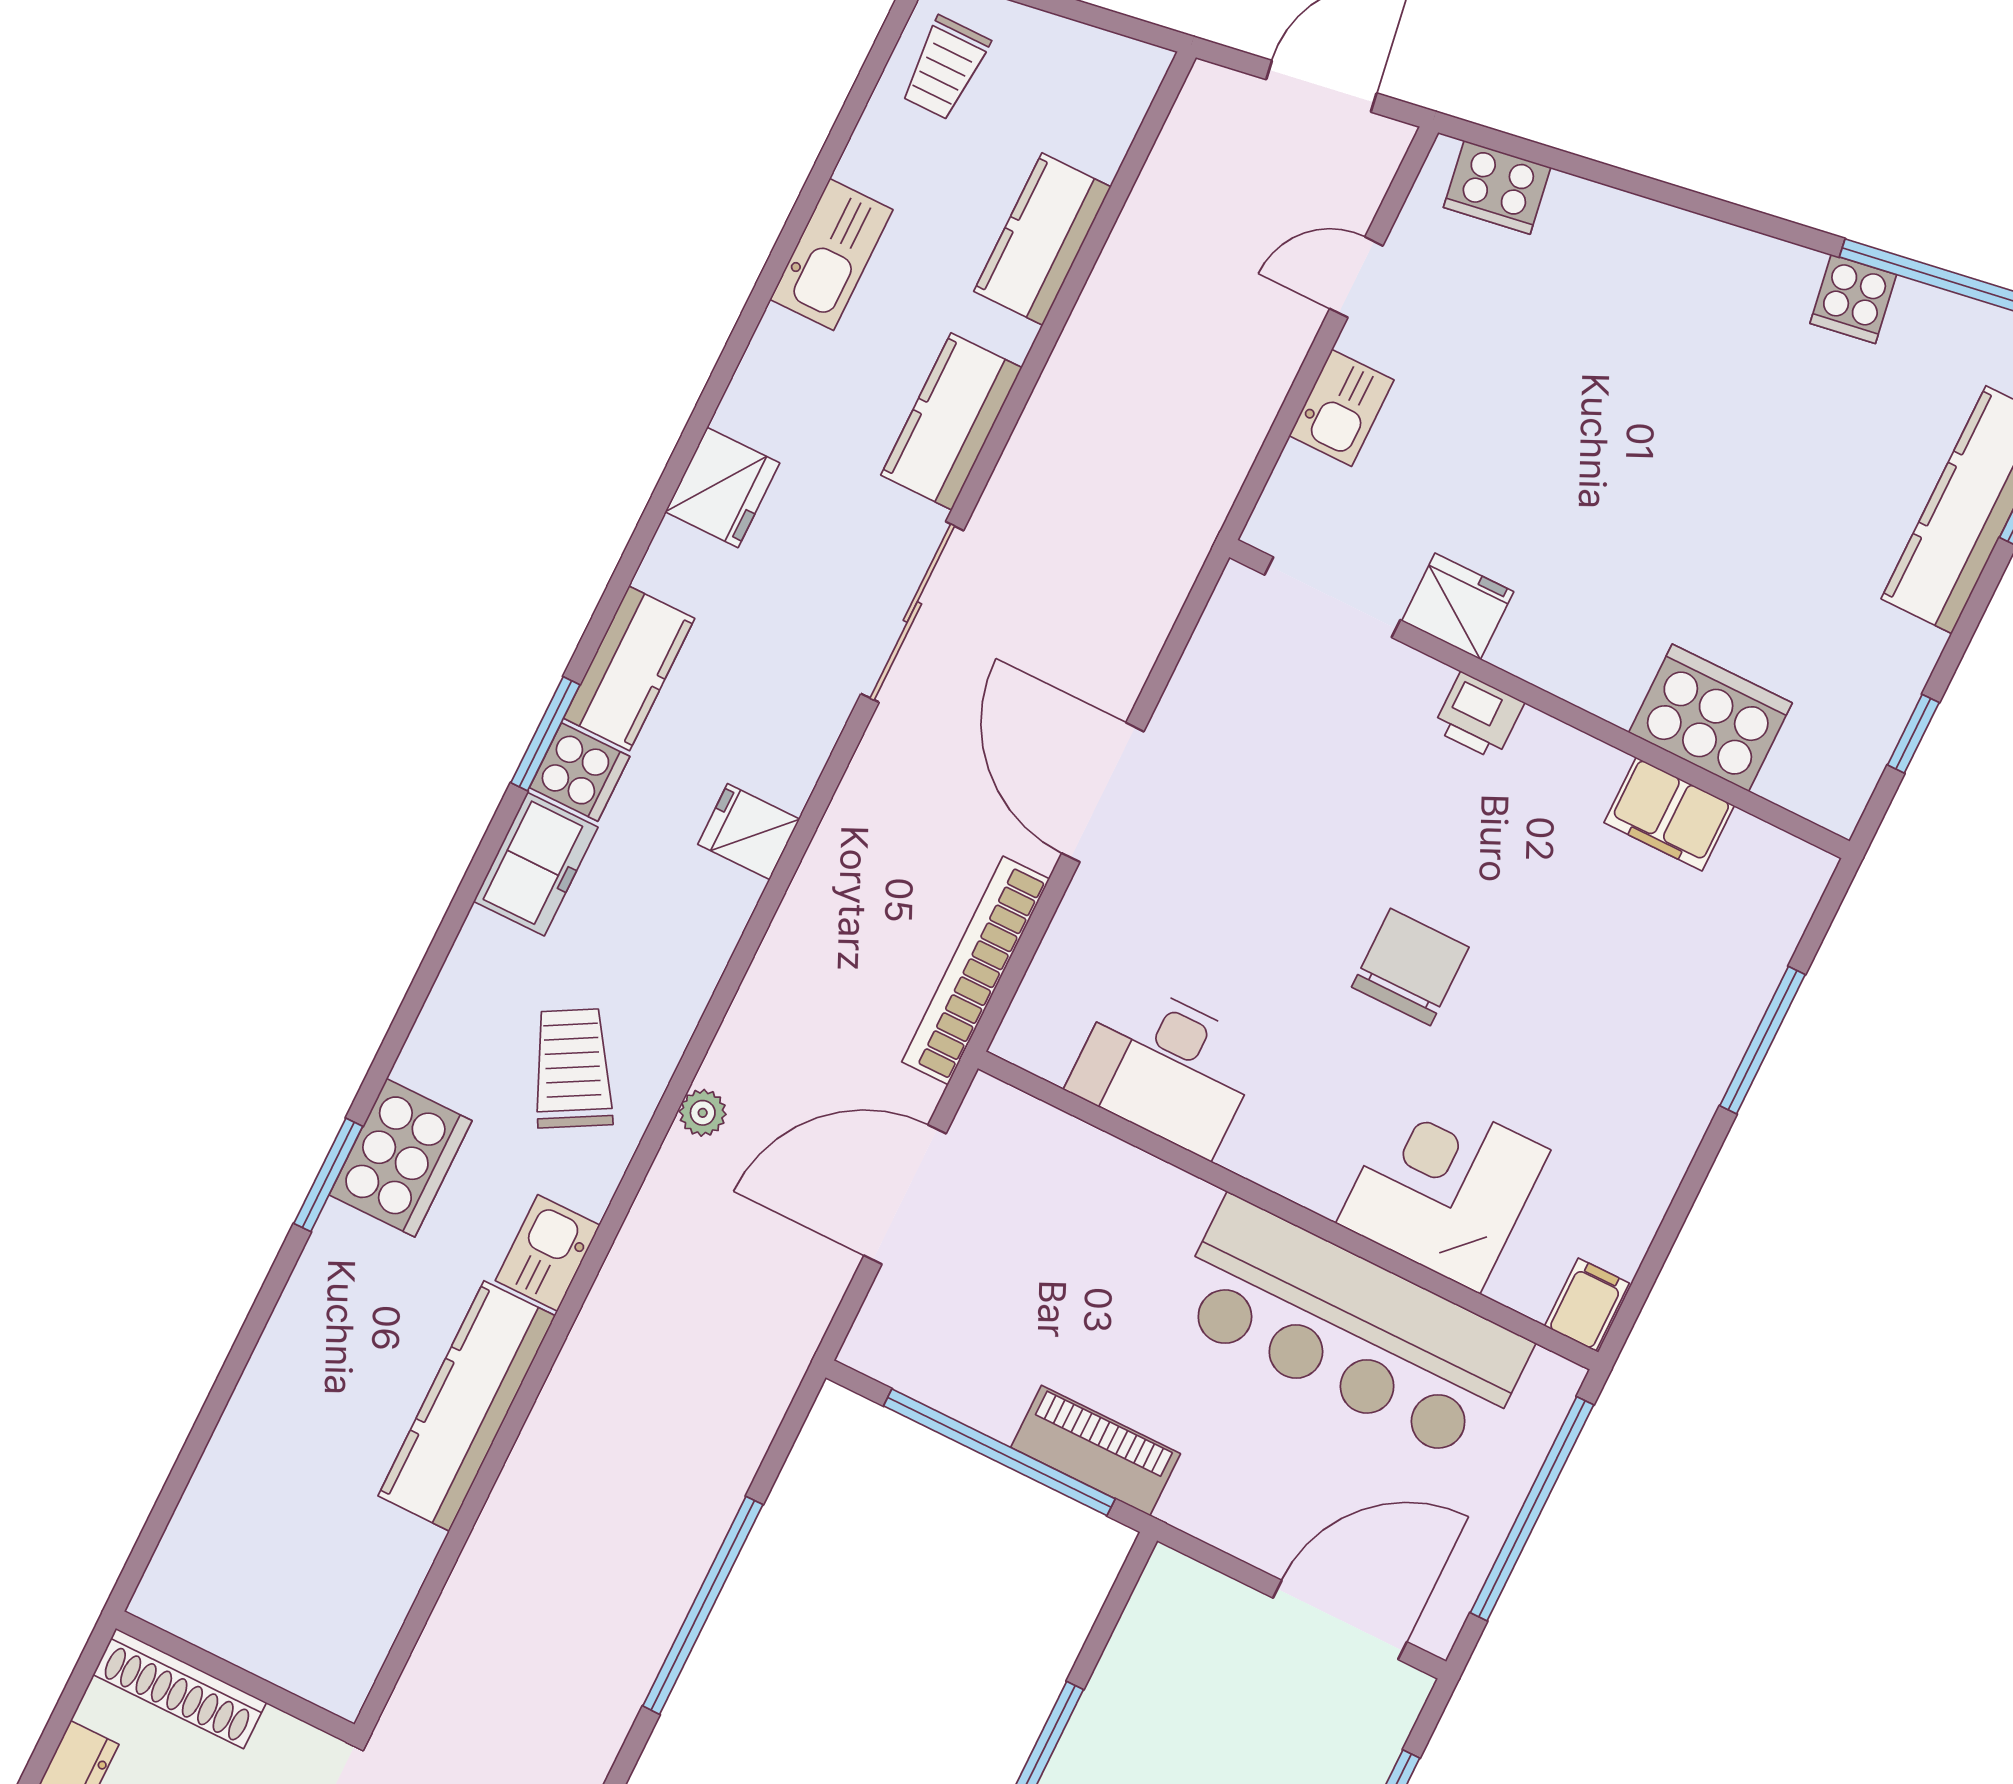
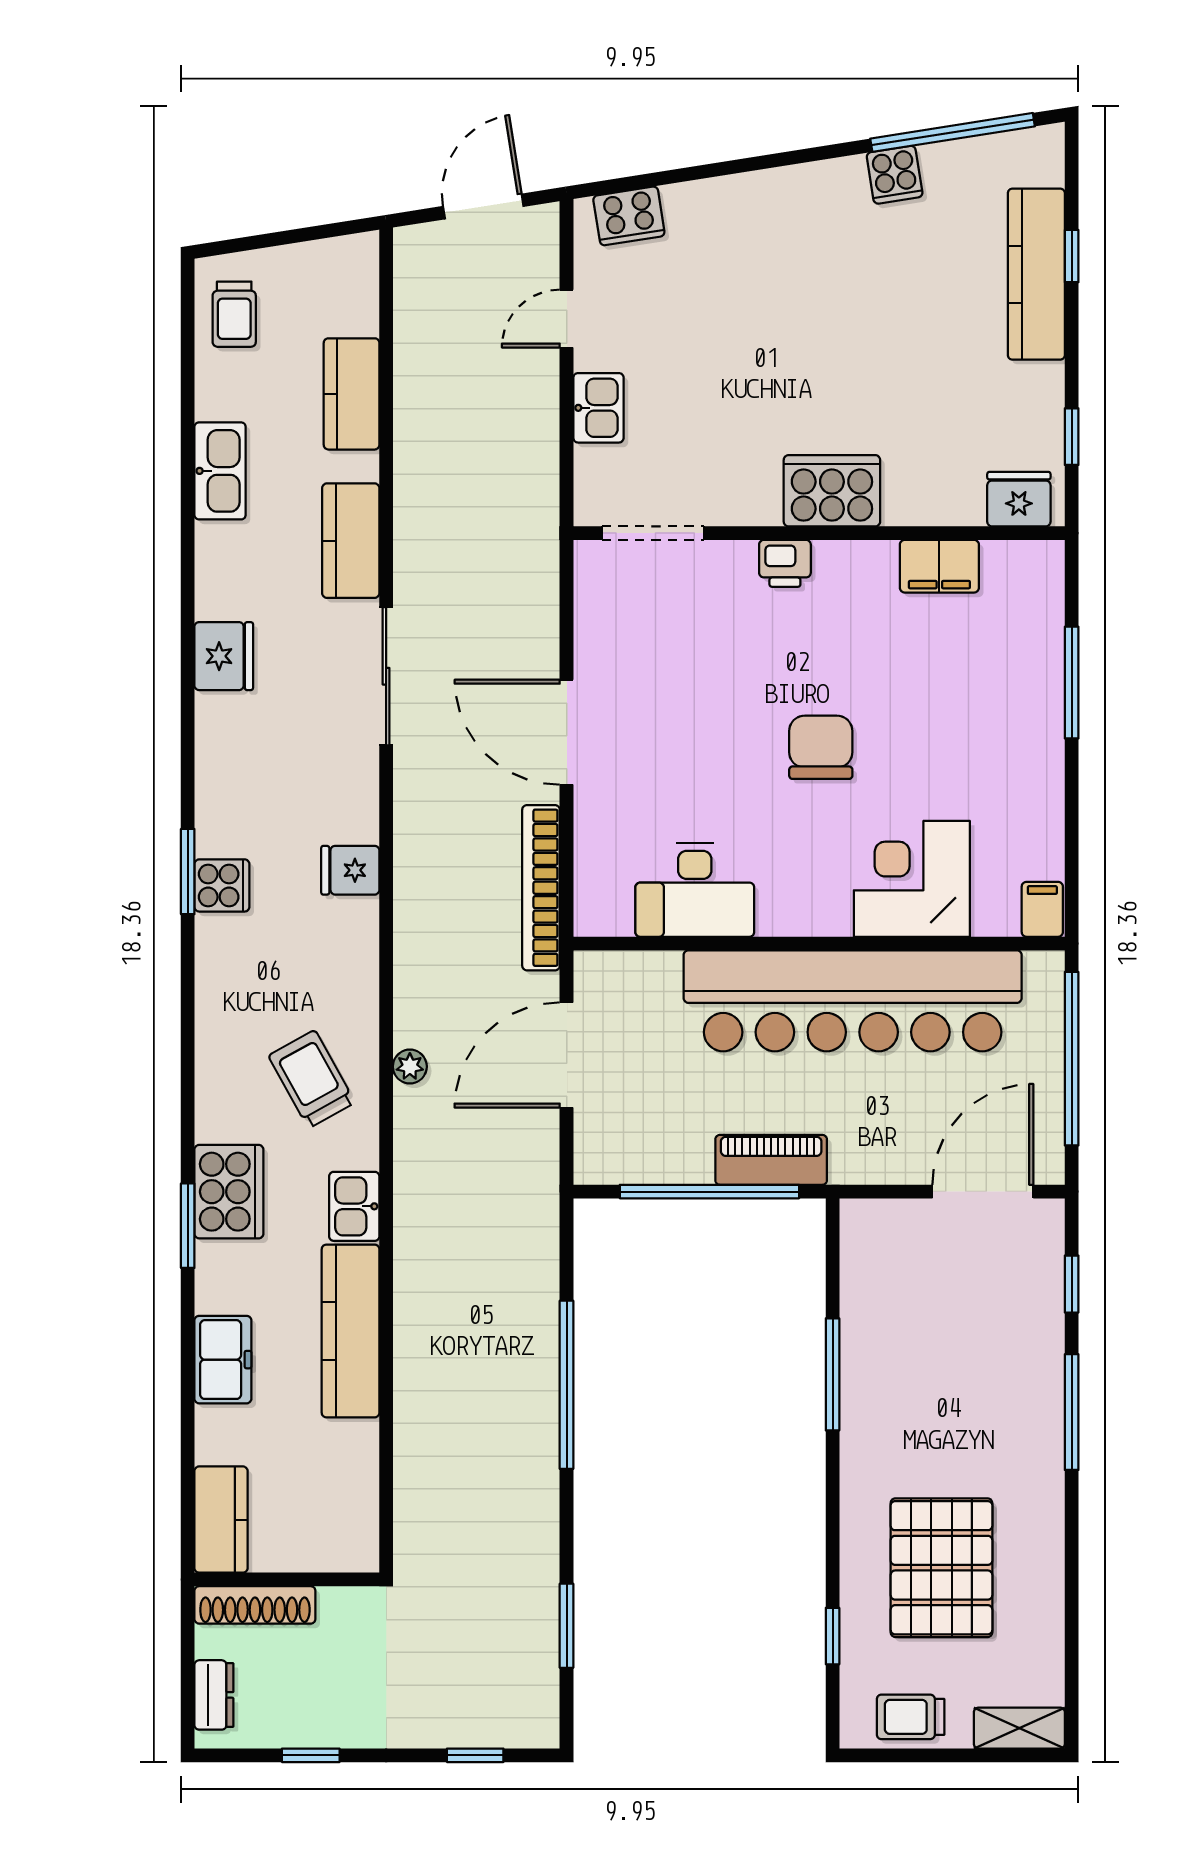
fridge: (1458, 606) -> (1019, 499), moved
kitchen counter: (629, 668) -> (221, 1520), moved
cooker: (1710, 718) -> (832, 491), moved
freezer: (536, 864) -> (223, 1360), moved
bar counter: (1351, 1330) -> (853, 1001), width x1.36

